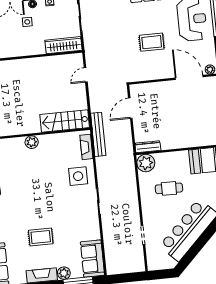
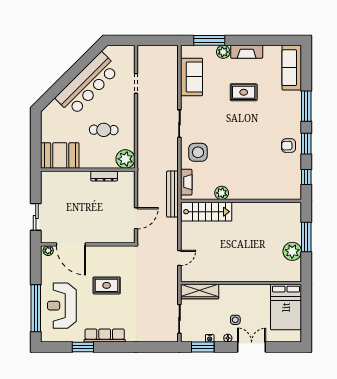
plant: (32, 142) -> (222, 193), moved
dresser: (148, 147) -> (104, 176), moved
sofa: (92, 259) -> (192, 77), moved

